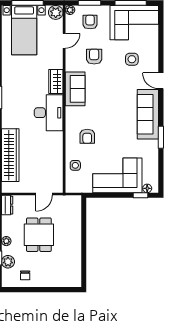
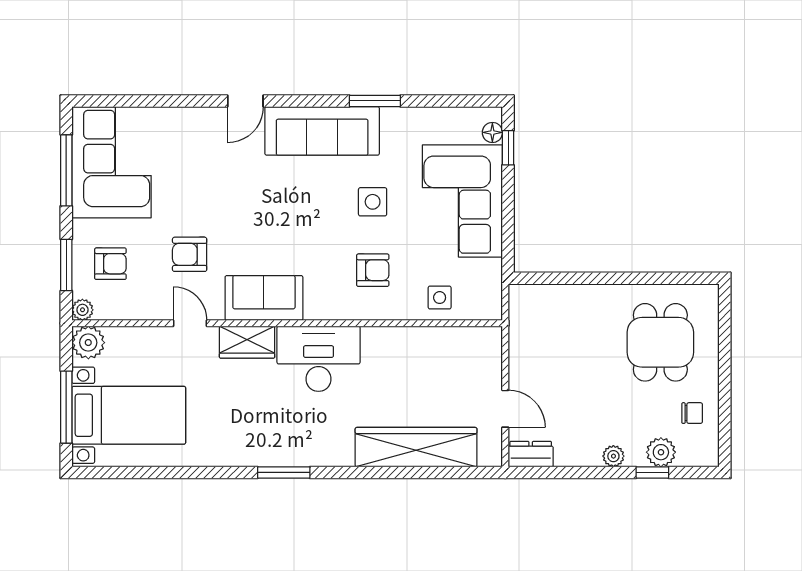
armchair: (90, 22) -> (110, 264), turned 180
door: (64, 41) -> (190, 323), moved
side table: (132, 59) -> (373, 202), moved
door: (44, 194) -> (505, 409), moved
dining table: (39, 235) -> (660, 342), moved, turned 90

